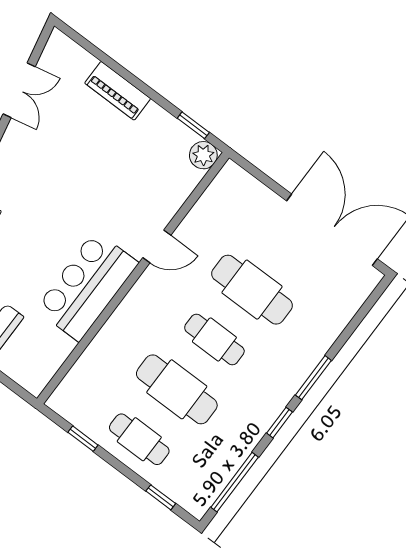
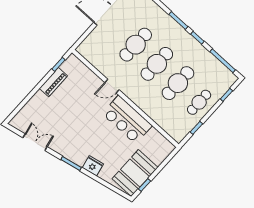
piano: (118, 91) -> (53, 82), moved
plant: (203, 155) -> (72, 61), removed
door: (157, 246) -> (112, 86), swing flipped
cafe table: (214, 339) -> (157, 64), width x1.37, depth x1.35

